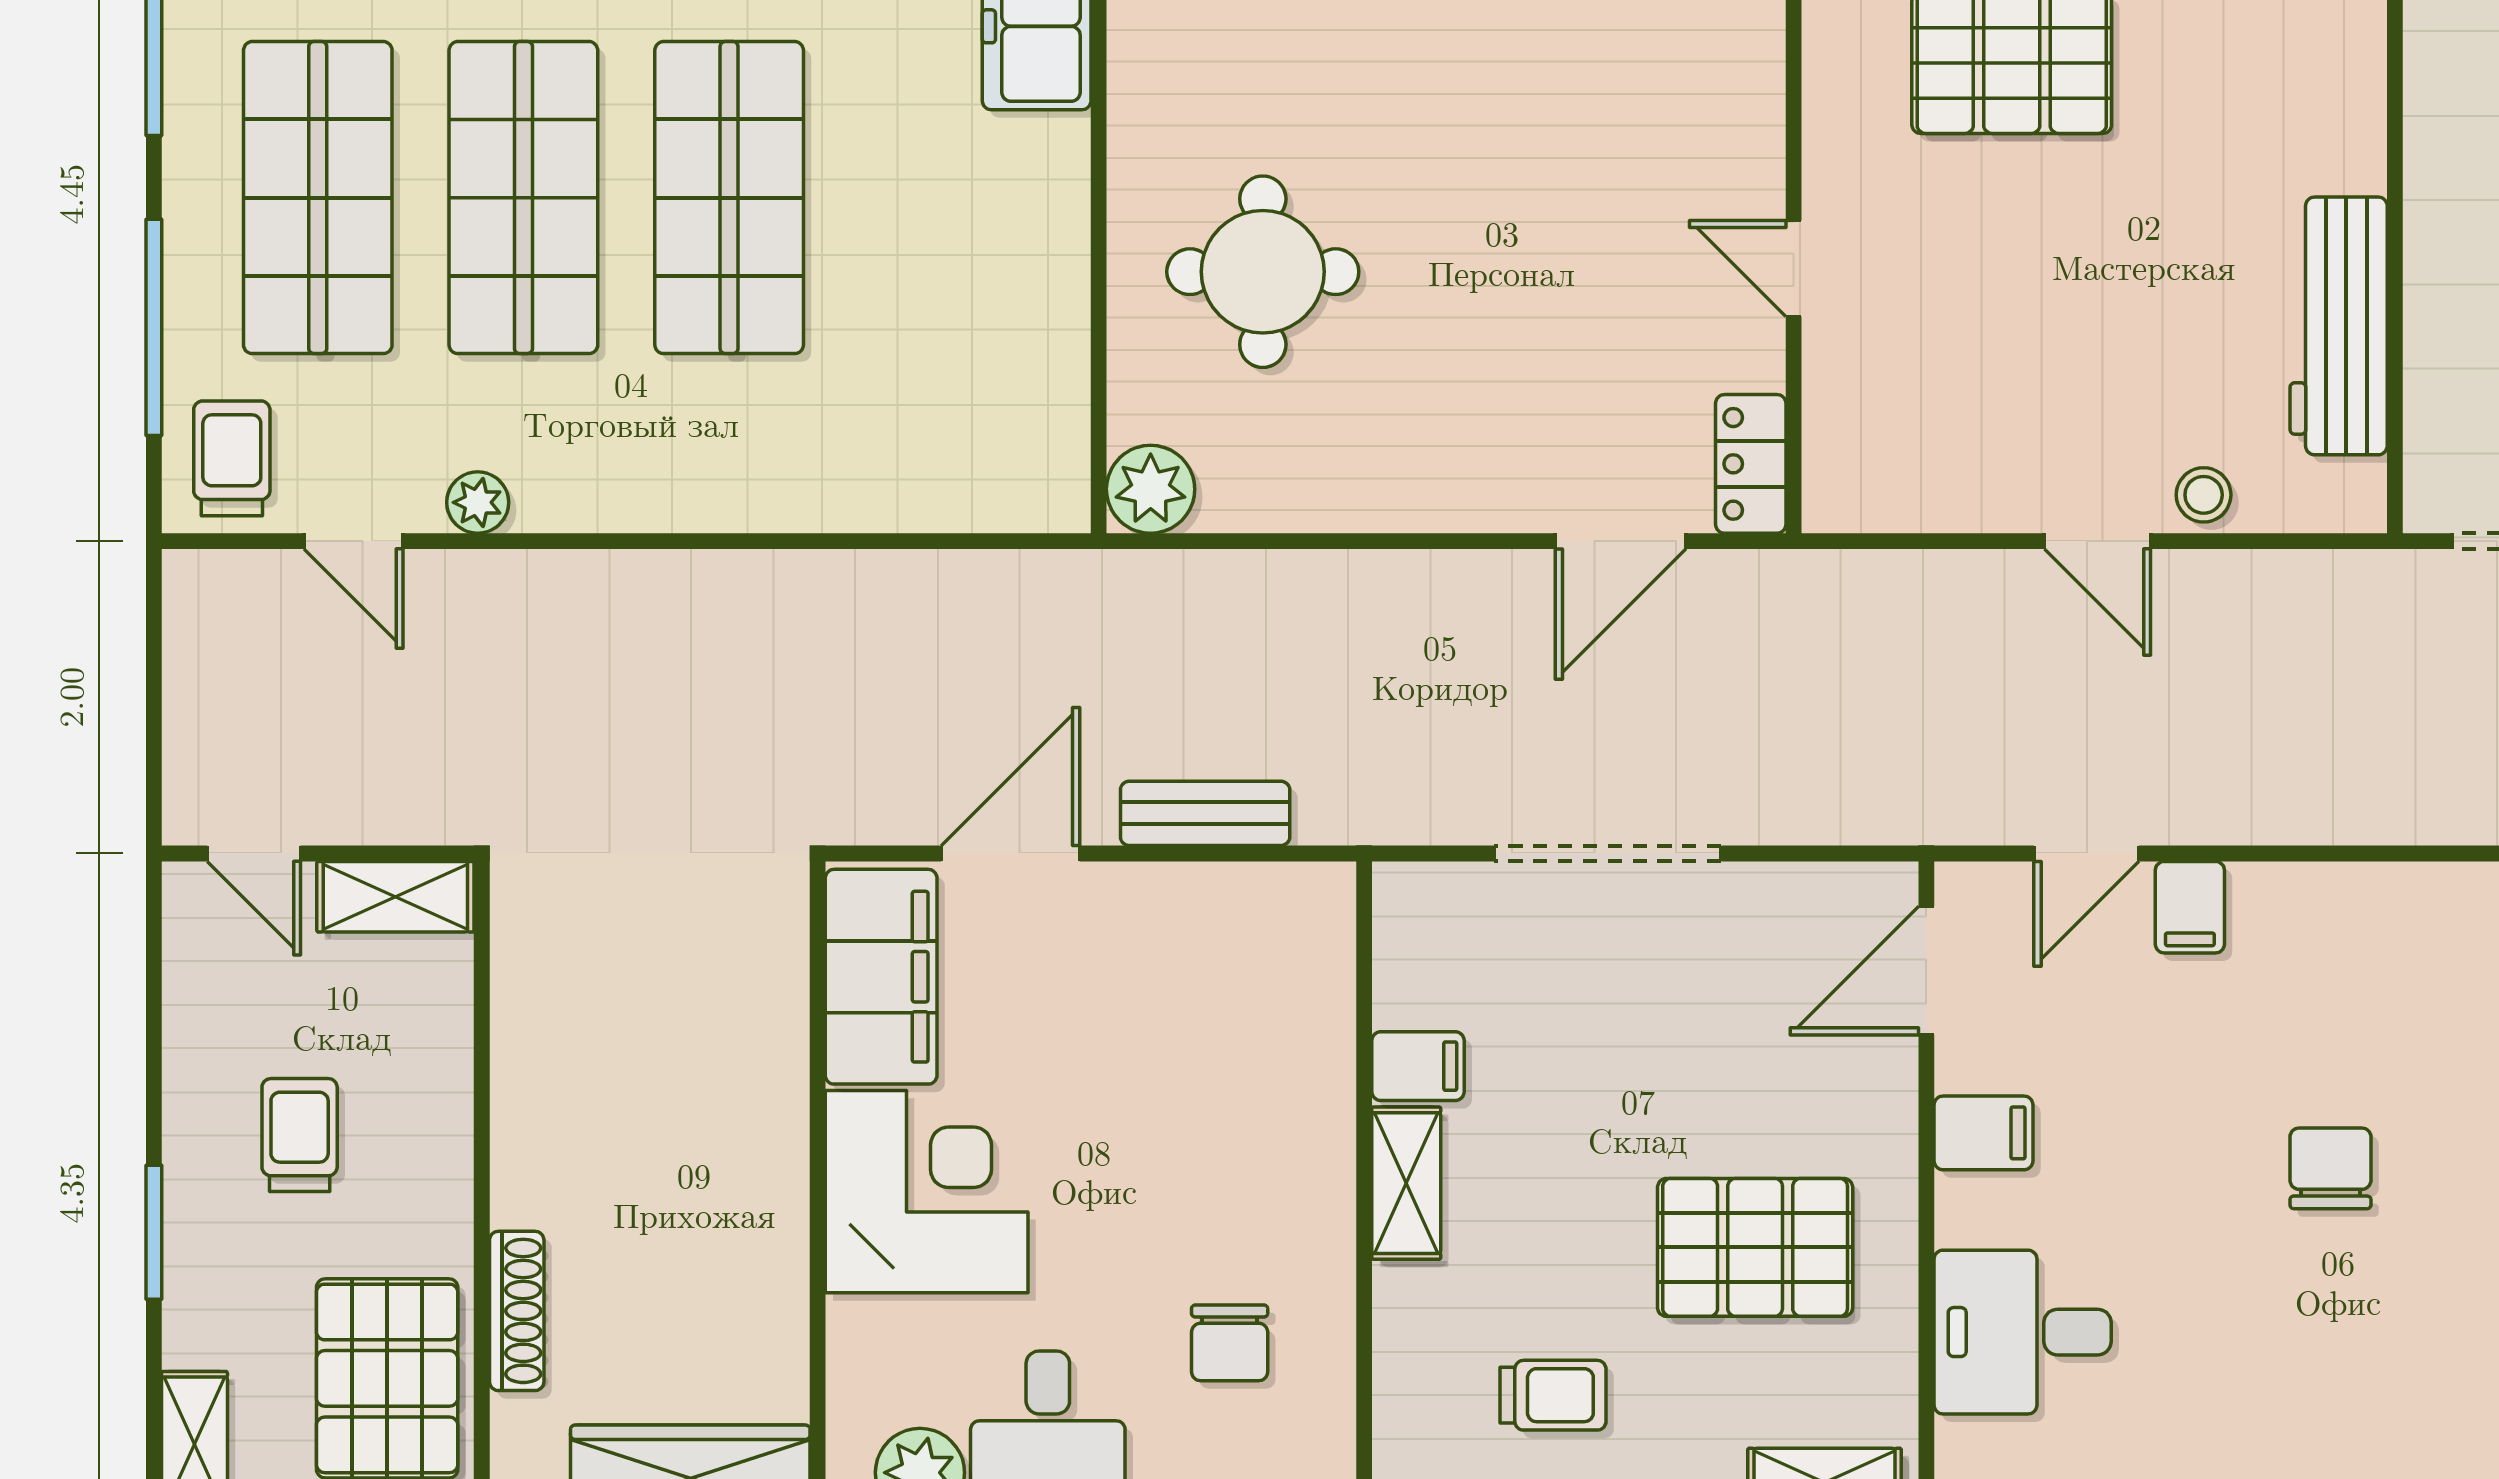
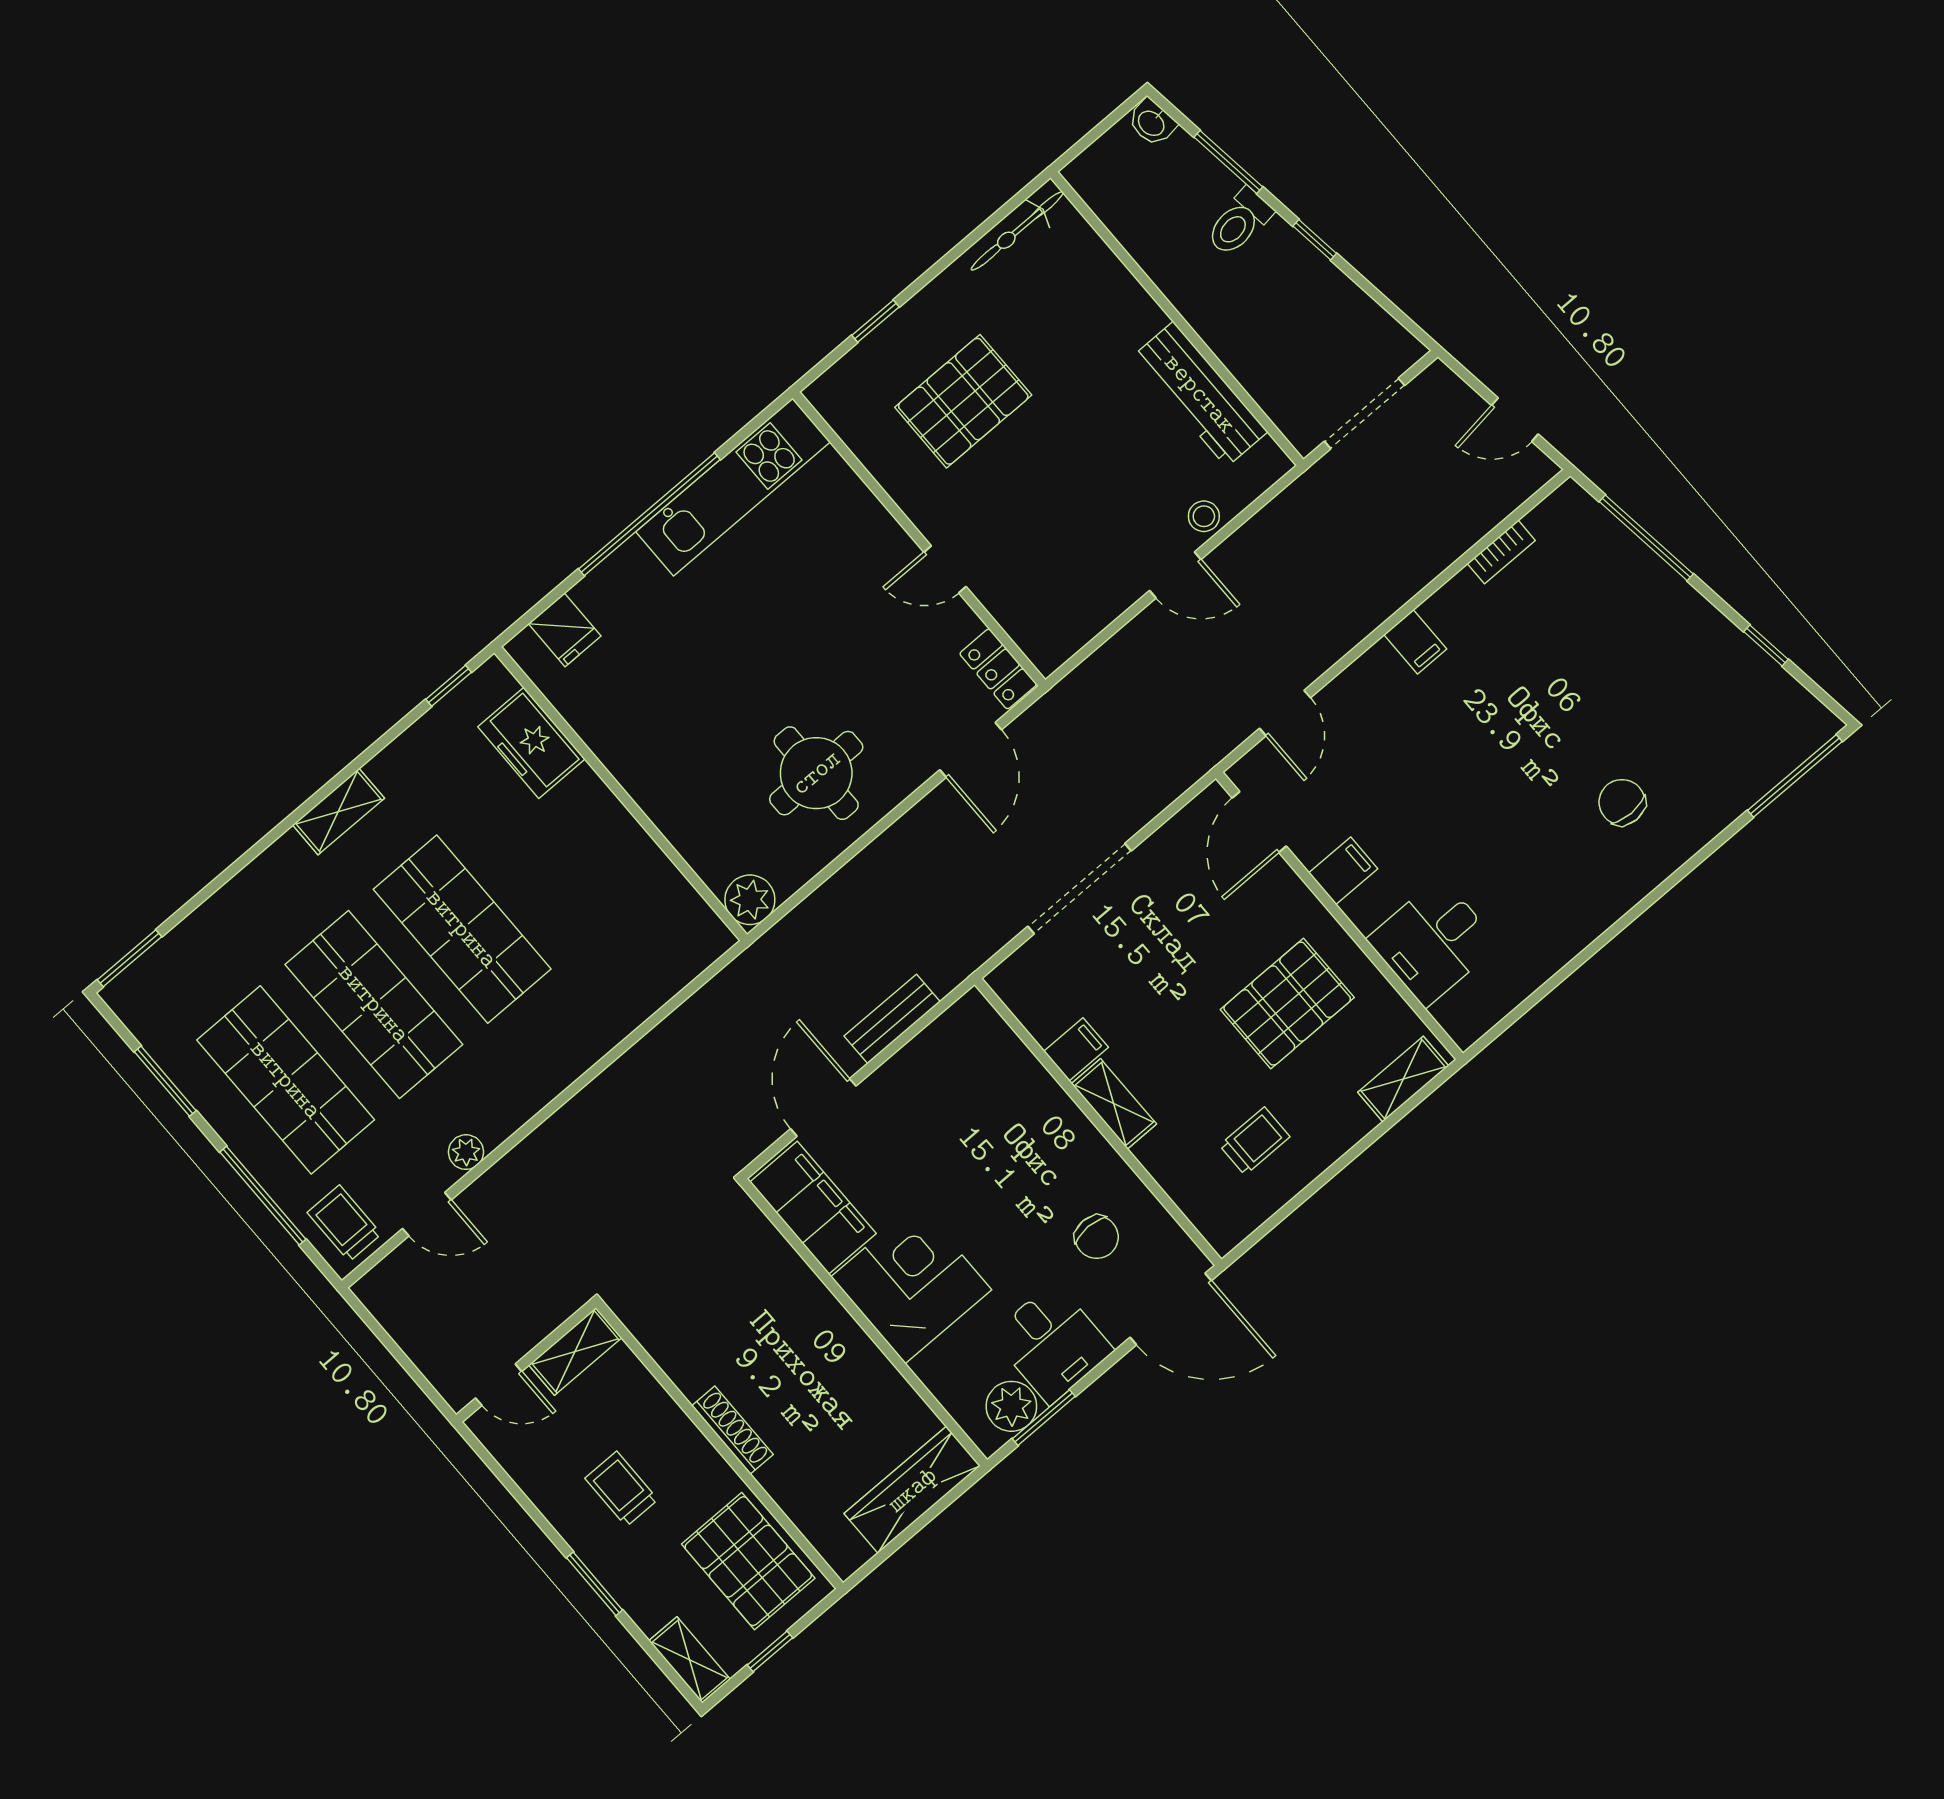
round table: (1263, 272) -> (816, 773), moved
filing cabinet: (2190, 907) -> (1415, 642), moved
chair: (2330, 1168) -> (1622, 802), moved
shoe rack: (517, 1311) -> (732, 1430), moved

